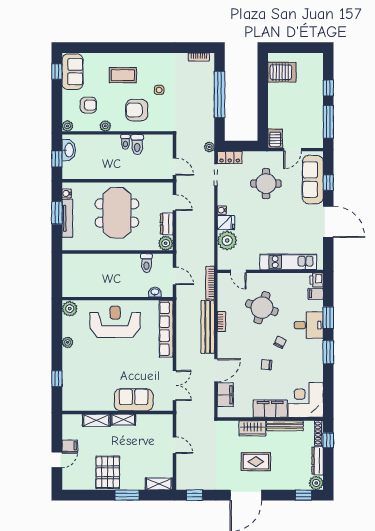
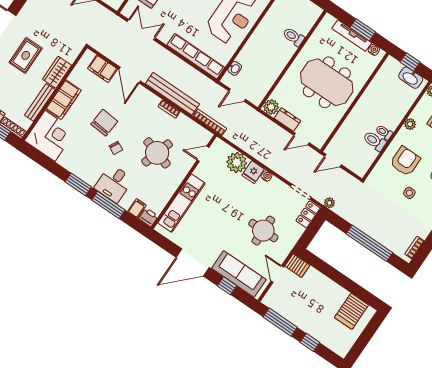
toilet: (146, 263) -> (293, 37), moved
window: (328, 318) -> (108, 205), width x1.44
chair: (266, 365) -> (104, 123), width x1.87, depth x1.87
double door: (174, 385) -> (141, 30), swing flipped

